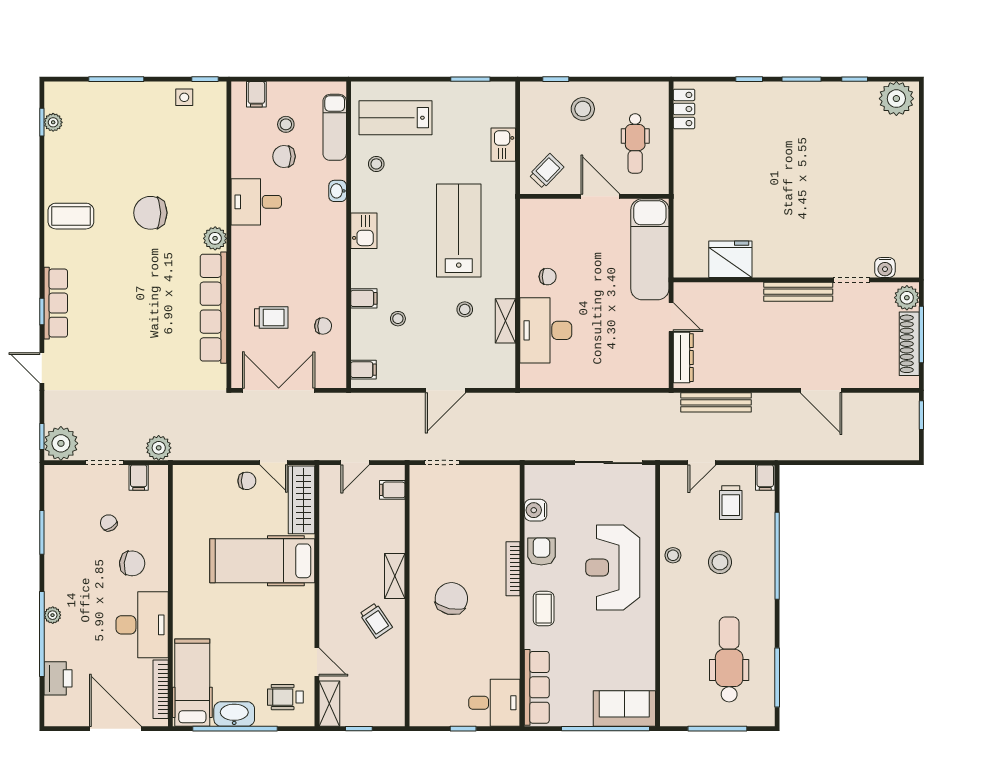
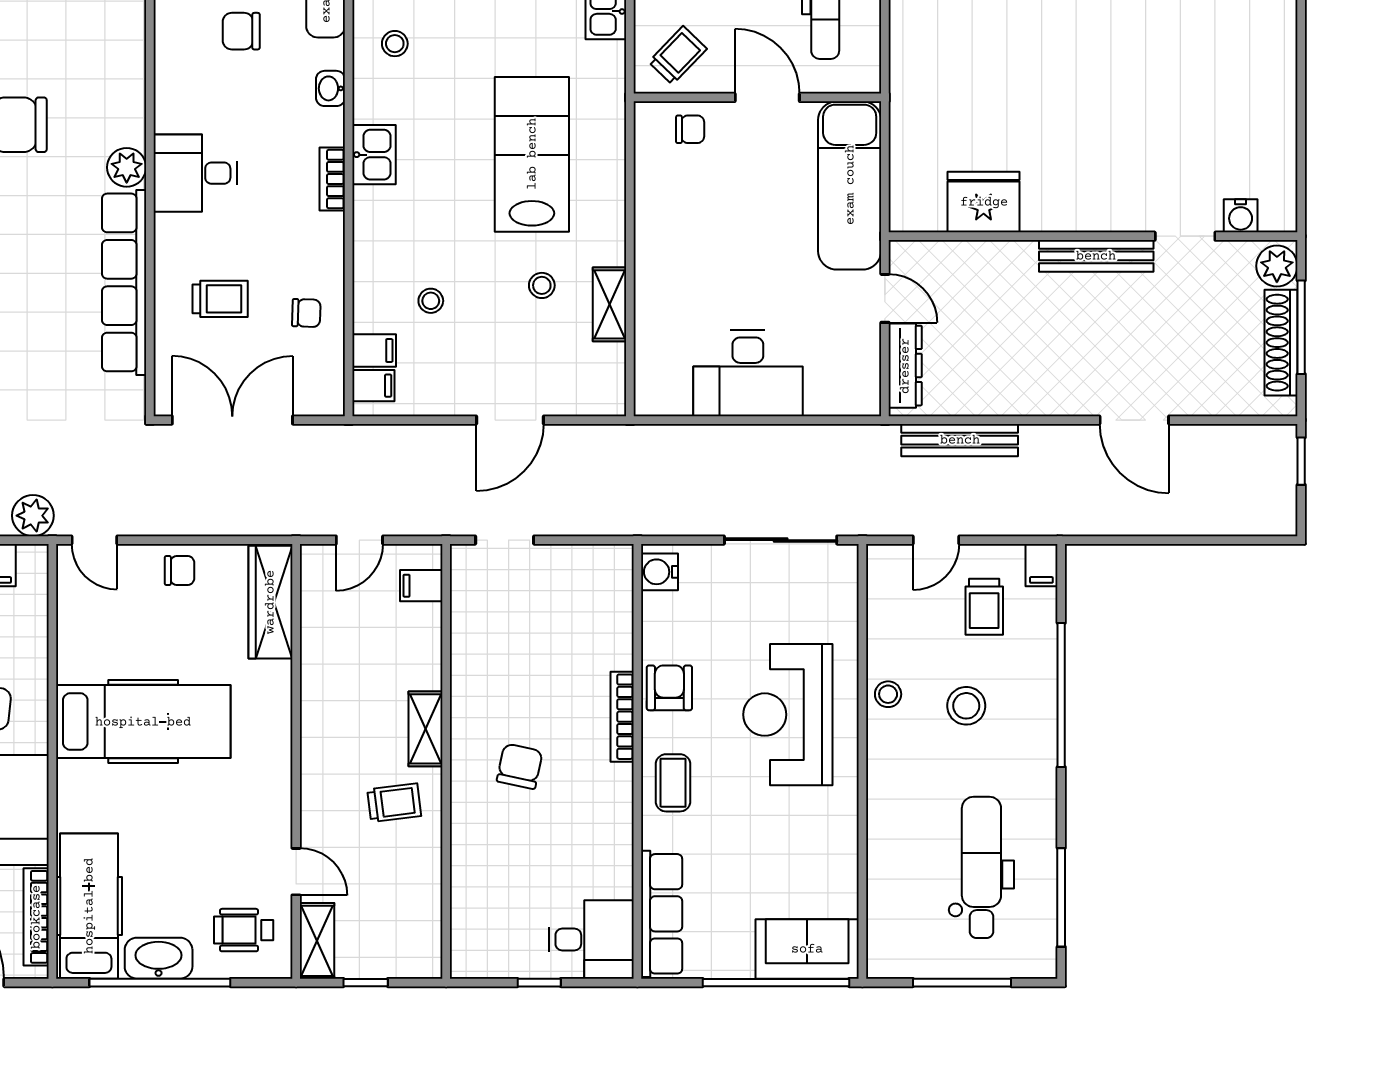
desk: (256, 202) -> (195, 173), moved
bookcase: (339, 245) -> (332, 179), added
chair: (548, 277) -> (690, 129), moved
filing cabinet: (364, 298) -> (374, 351), moved
desk: (546, 330) -> (748, 373), moved, turned -90
door: (274, 463) -> (94, 540), moved
water cooler: (536, 510) -> (660, 572), moved
hospital bed: (262, 561) -> (143, 722), moved, turned 180
chair: (451, 599) -> (520, 766), width x0.73, depth x0.73
trolley: (376, 621) -> (394, 803), turned -63

